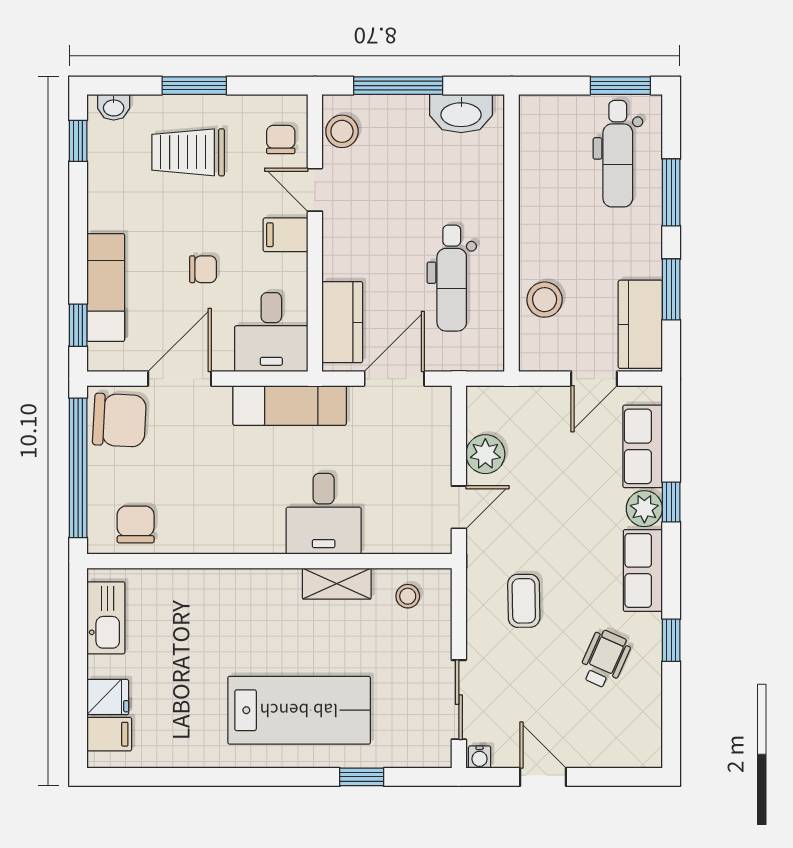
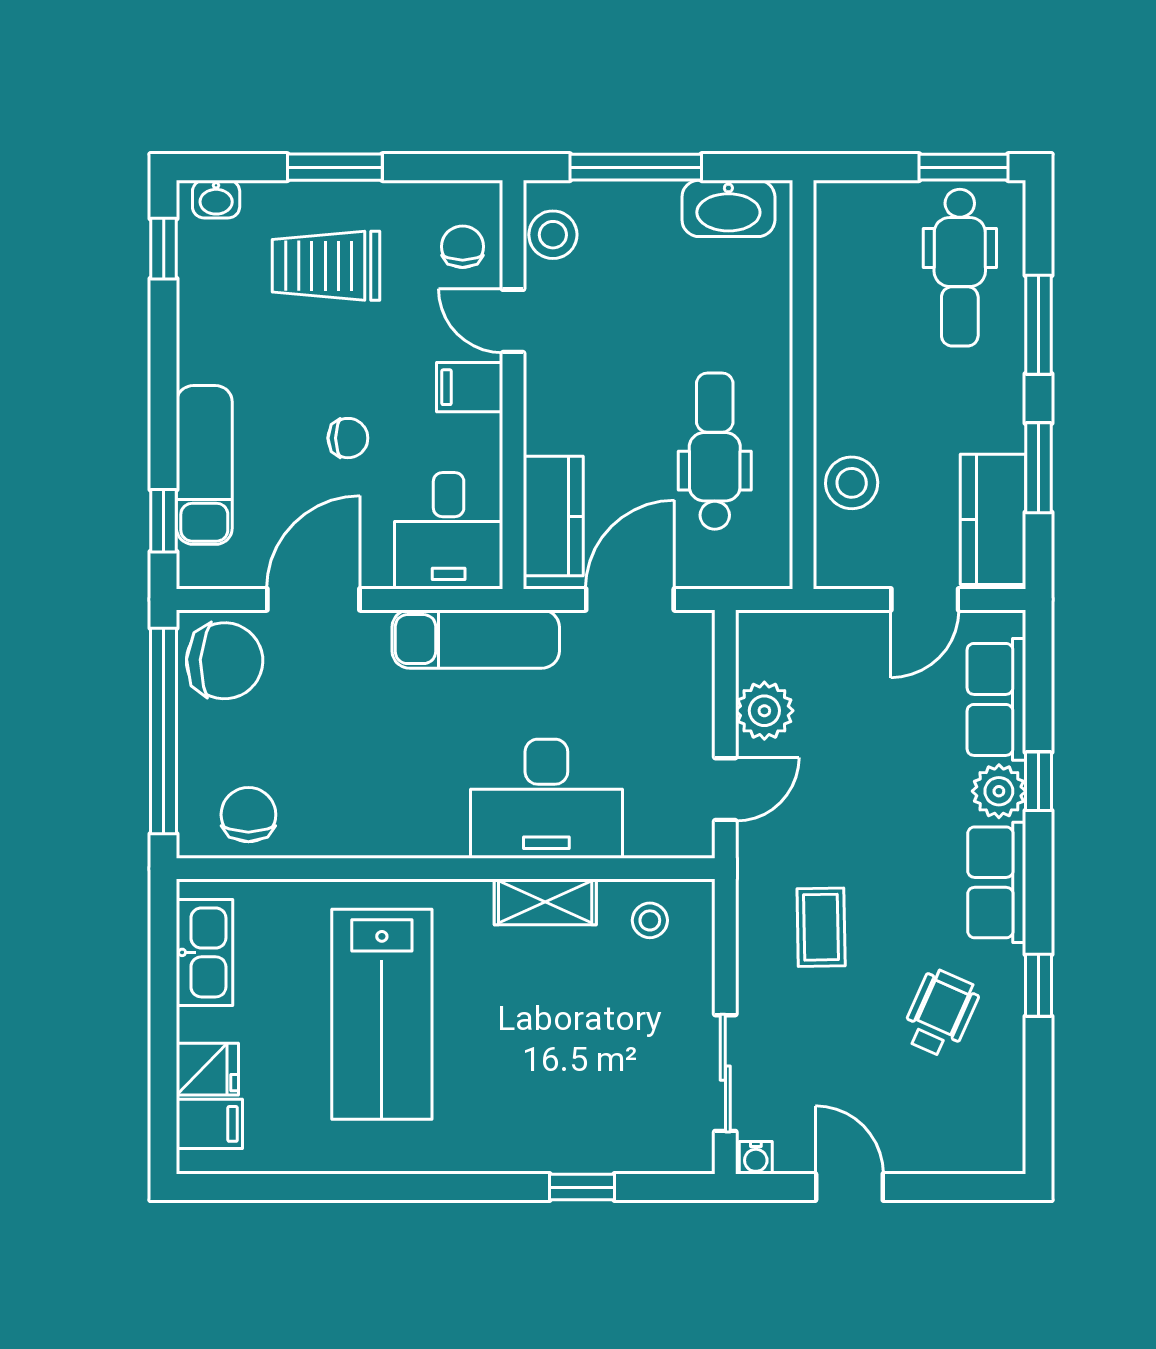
dental chair: (452, 278) -> (715, 451), turned 180
desk: (324, 514) -> (546, 799), width x1.37
lab bench: (299, 710) -> (382, 1014), moved, turned 90

